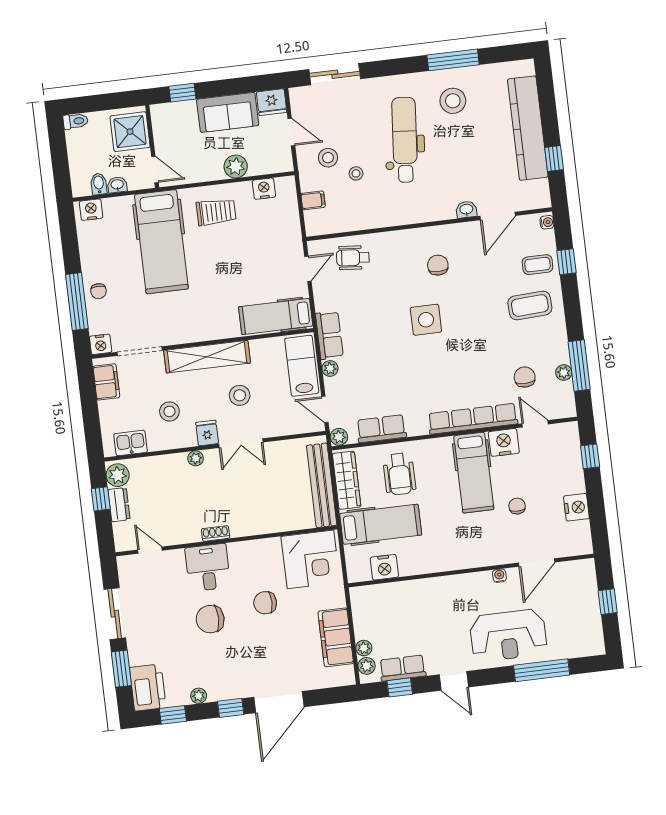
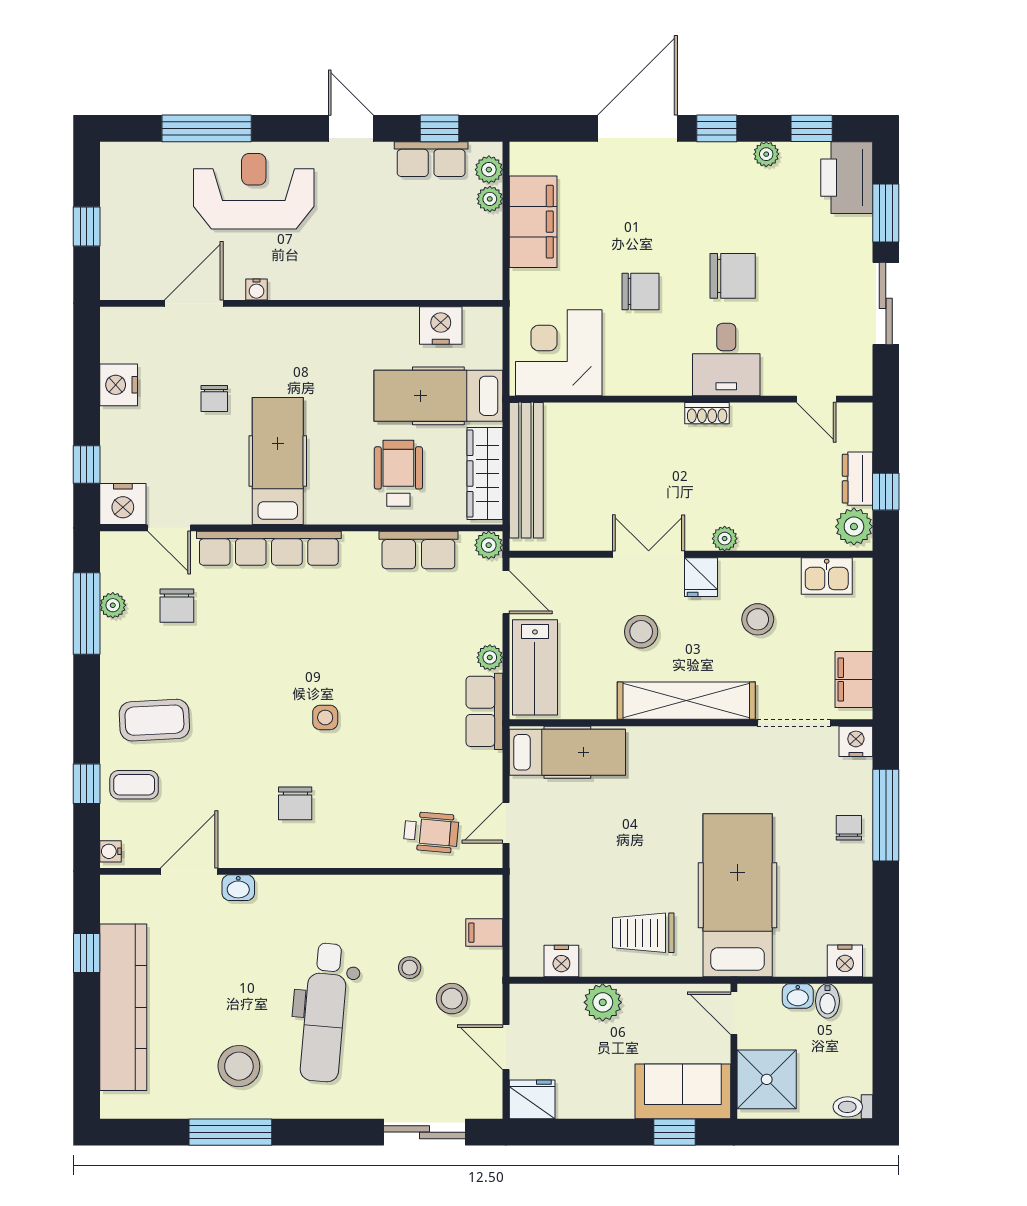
sofa: (228, 112) -> (683, 1091), moved
side table: (426, 320) -> (325, 717), width x0.54, depth x0.54
nightstand: (504, 442) -> (123, 504), moved

